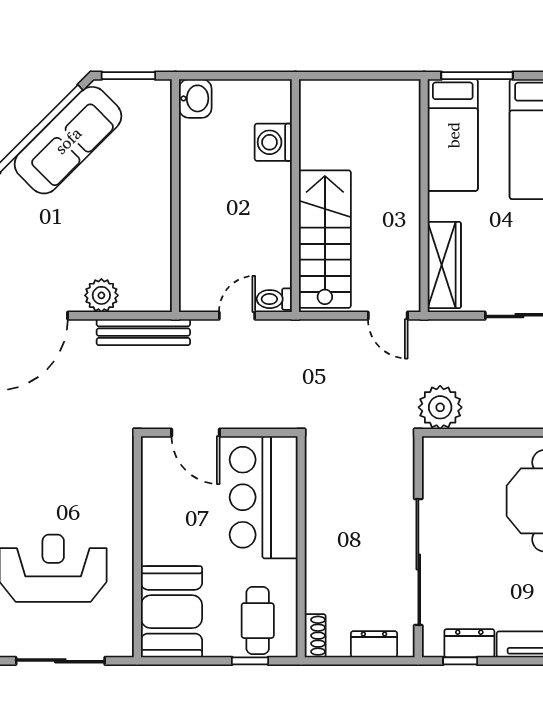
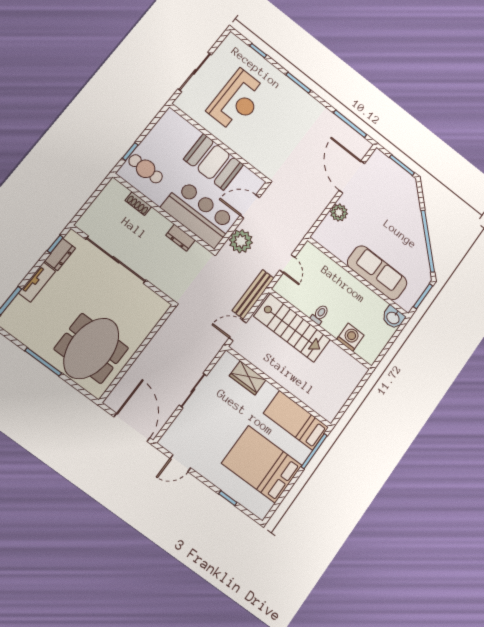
sofa: (68, 140) -> (377, 273), moved, turned 135
wardrobe: (444, 265) -> (248, 378), width x0.67
toilet: (274, 299) -> (320, 314), moved
bench: (143, 332) -> (253, 294), moved
plant: (440, 407) -> (241, 241), moved
booth: (171, 612) -> (214, 162), moved
shoe rack: (315, 636) -> (138, 204), moved
dresser: (374, 644) -> (181, 238), moved, turned 90

